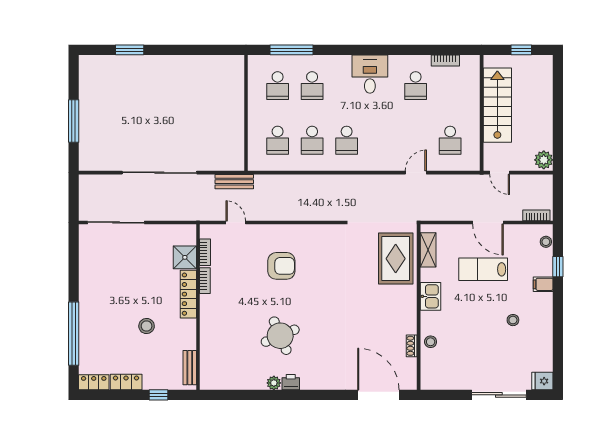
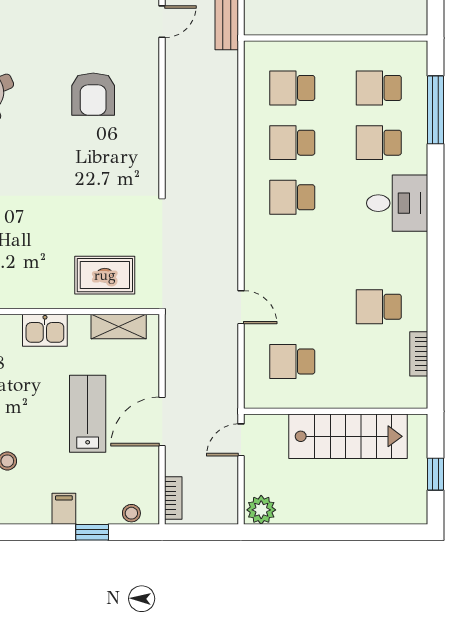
desk: (370, 74) -> (397, 203), moved
rug: (396, 259) -> (105, 275), width x0.73, depth x0.70

